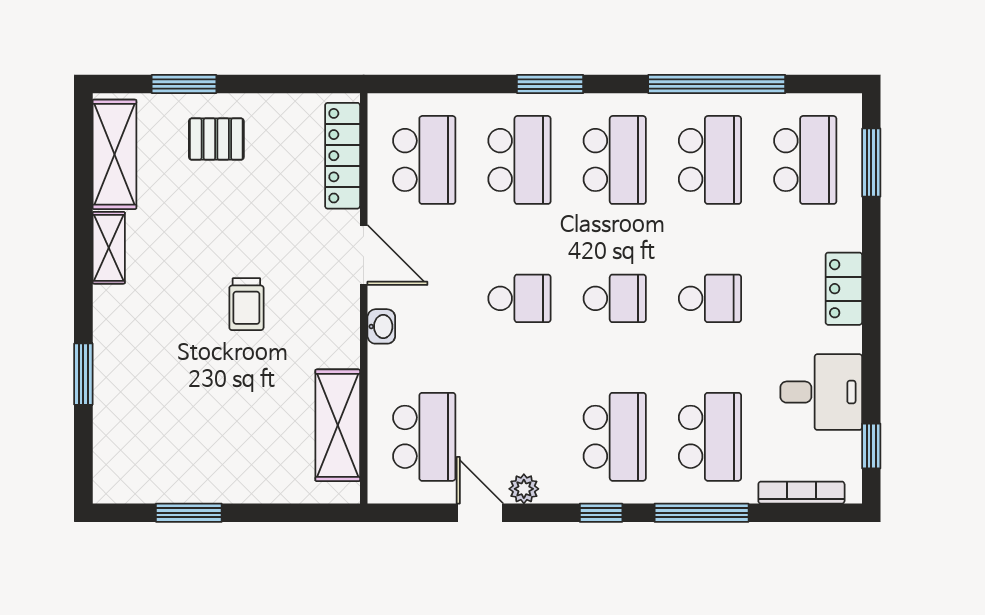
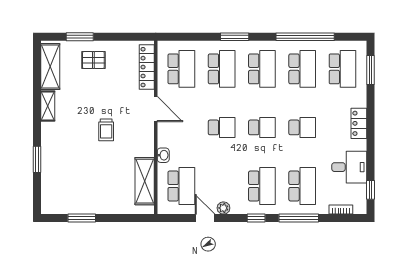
washbasin: (381, 326) -> (163, 155), moved
bookcase: (801, 493) -> (341, 210), width x0.64

